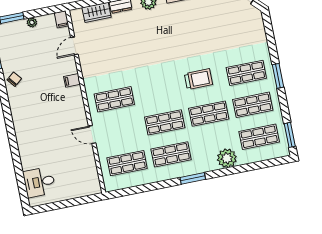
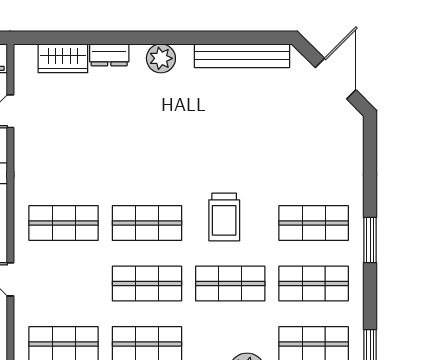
trolley: (198, 79) -> (224, 217), turned 90
shop shelf: (158, 90) -> (147, 223), added

